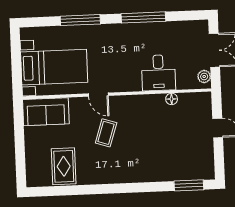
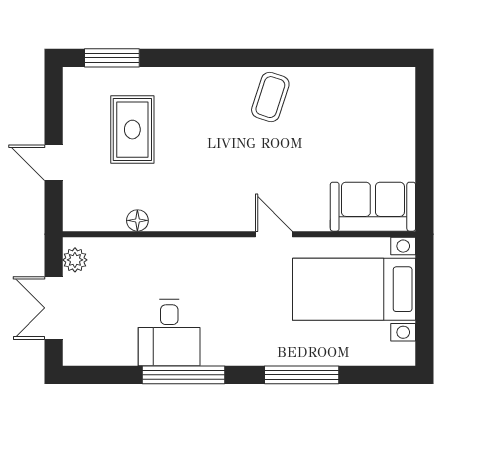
desk: (158, 73) -> (169, 333), moved, turned 180
coffee table: (106, 133) -> (270, 97), moved
rug: (64, 166) -> (132, 130), moved

